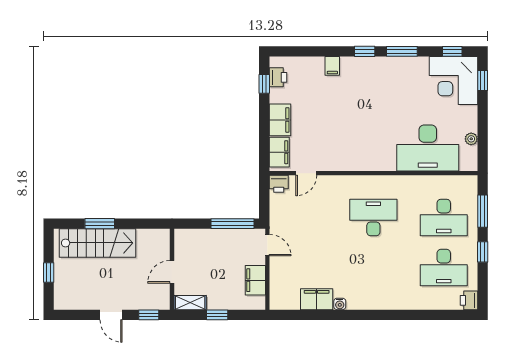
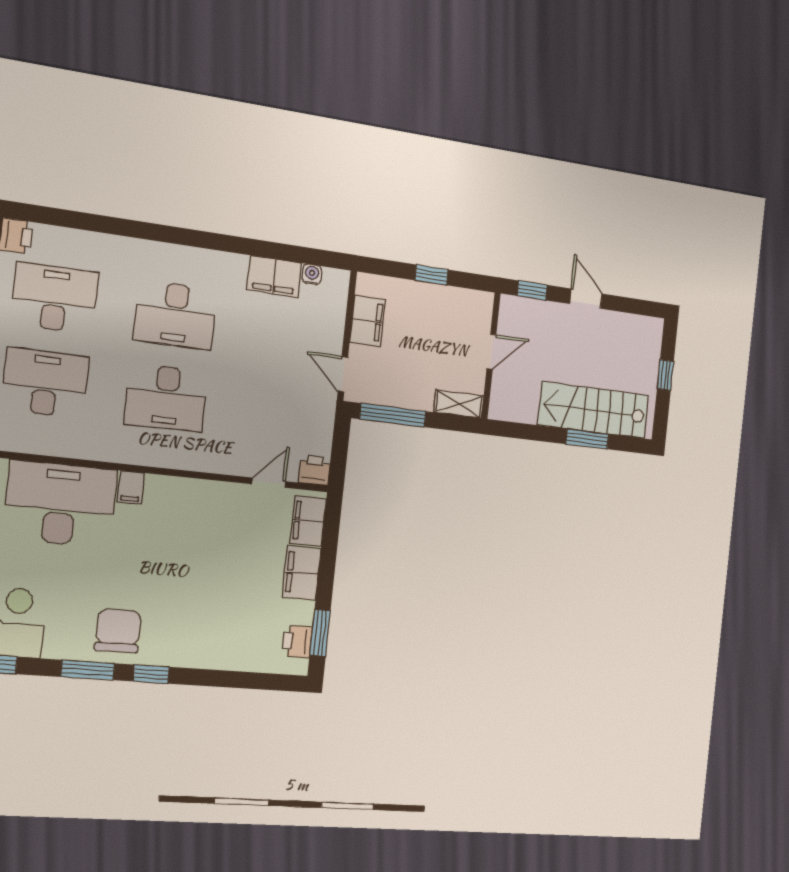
filing cabinet: (332, 66) -> (131, 487), moved, turned 180
chair: (387, 76) -> (118, 631), added
window: (264, 84) -> (320, 633), width x1.50
desk: (373, 268) -> (175, 315), added
shelving: (190, 303) -> (459, 404), moved
water cooler: (340, 304) -> (312, 274), moved

